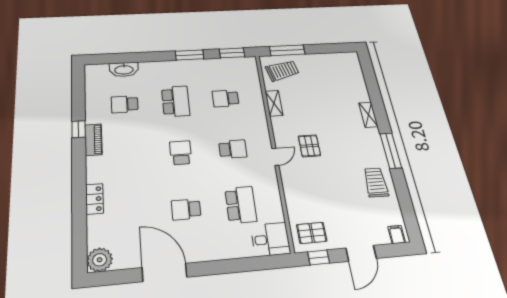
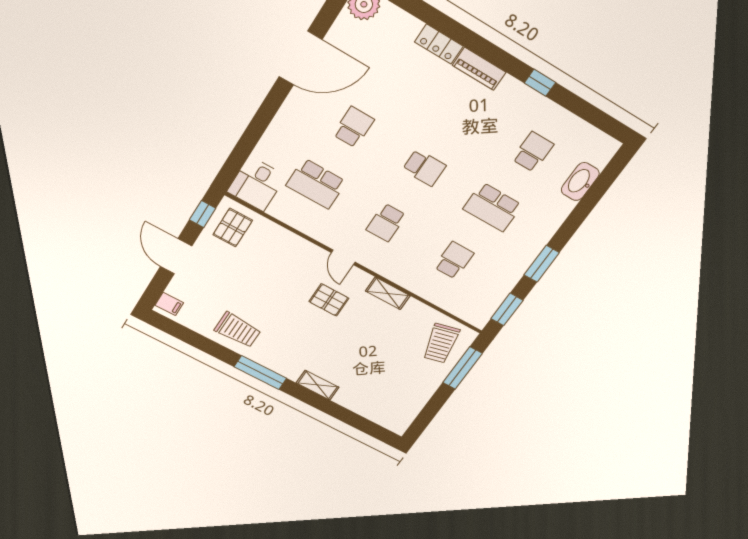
shelving: (274, 103) -> (388, 293), moved
piano: (93, 140) -> (479, 69), moved

